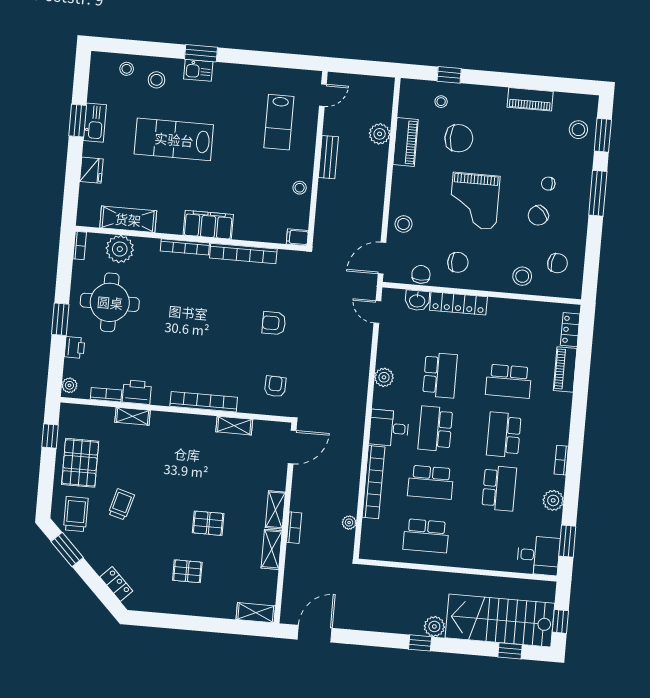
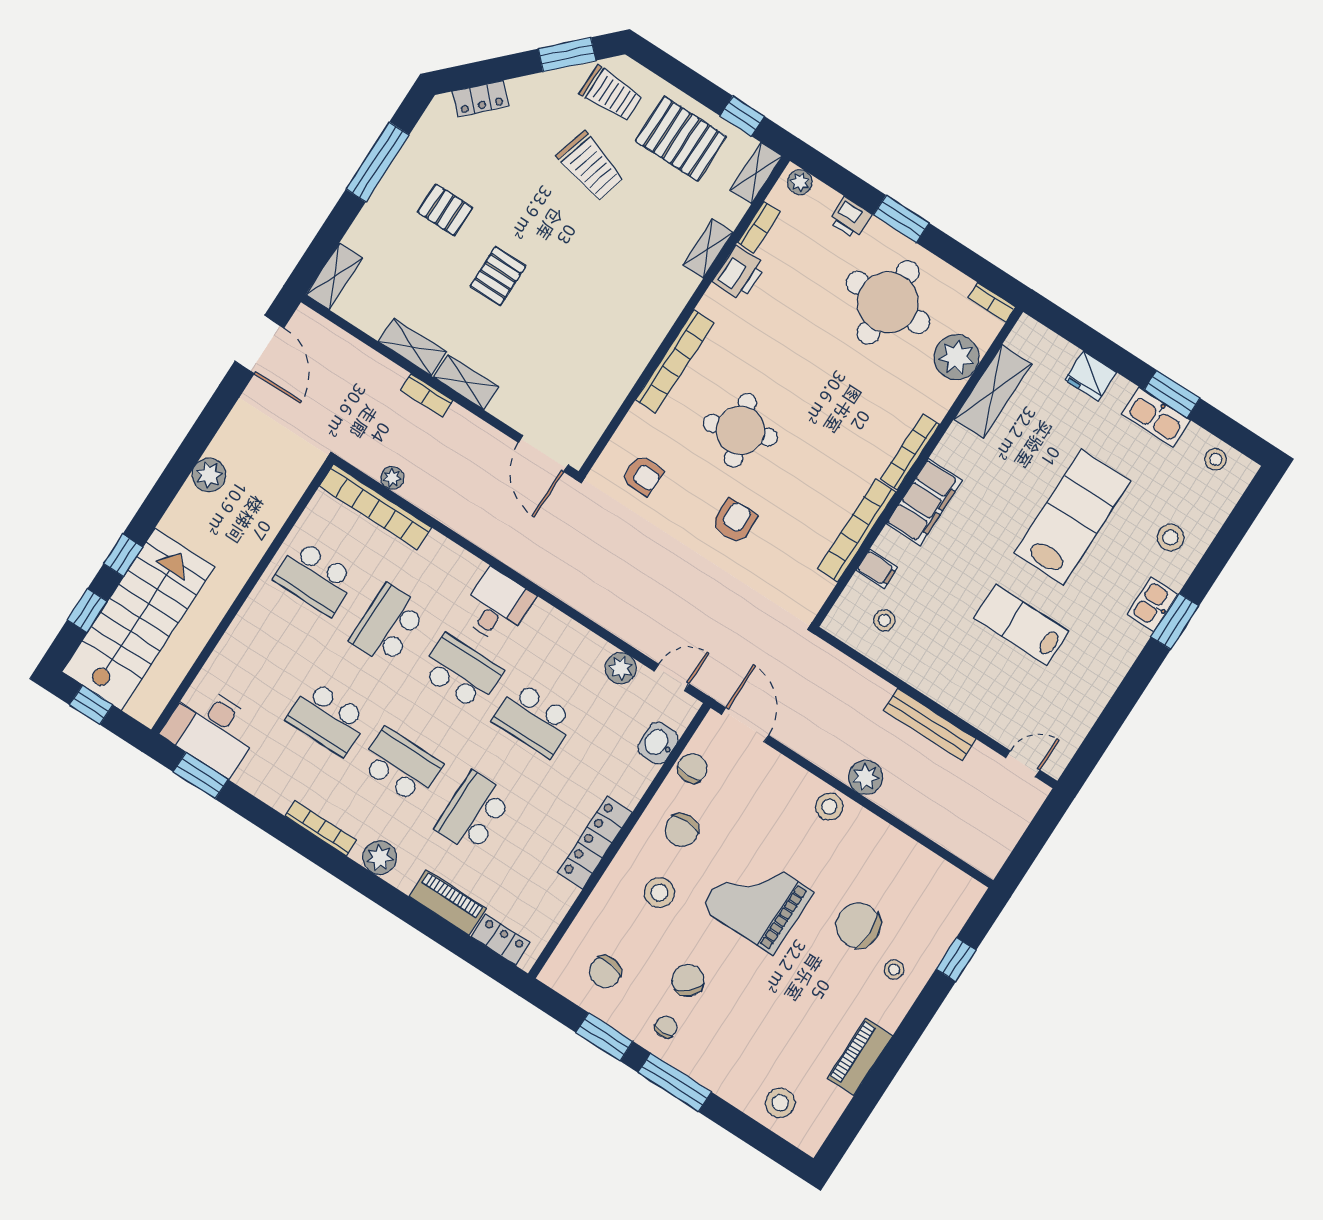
stool: (127, 69) -> (1216, 459), moved
door: (323, 95) -> (1023, 764), swing flipped
stool: (441, 102) -> (894, 970), moved
lab bench: (279, 122) -> (1021, 625), moved
plant: (380, 134) -> (866, 777), moved
window: (603, 135) -> (604, 1037), moved
chair: (459, 138) -> (858, 925), turned 89
piano: (406, 142) -> (893, 846), removed
bench: (328, 157) -> (930, 725), width x1.36
chair: (548, 184) -> (666, 1027), moved
stool: (300, 188) -> (884, 620), moved
stool: (404, 224) -> (829, 807), moved
filing cabinet: (297, 237) -> (877, 569), moved, turned 90
chair: (421, 274) -> (692, 768), turned -90
stool: (522, 276) -> (659, 893), moved
locker: (458, 303) -> (595, 843), moved
round table: (222, 346) -> (740, 430), added
plant: (384, 377) -> (621, 668), moved
shelving: (234, 426) -> (756, 173), moved
bookcase: (561, 460) -> (321, 828), width x1.56
bookcase: (373, 482) -> (375, 507), moved
plant: (553, 500) -> (380, 858), moved
trolley: (121, 504) -> (590, 166), width x1.36, depth x1.39
school desk: (426, 536) -> (315, 578), turned -90
desk: (538, 555) -> (212, 729), width x1.37
pallet: (187, 571) -> (445, 210), turned 90
window: (181, 622) -> (377, 162), added
plant: (434, 626) -> (209, 475), moved
window: (420, 643) -> (123, 555), moved

